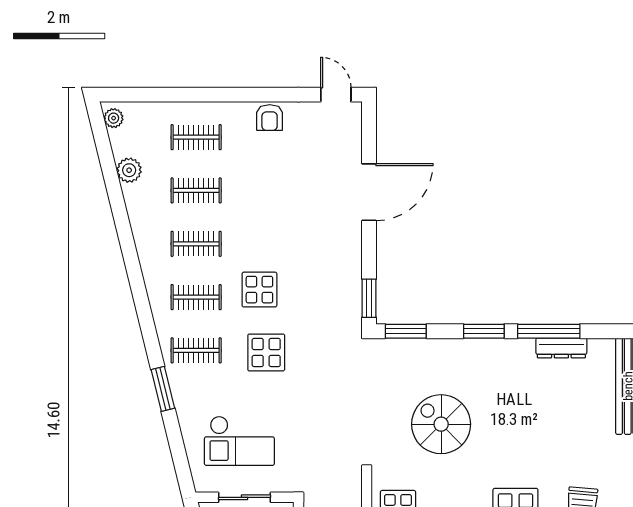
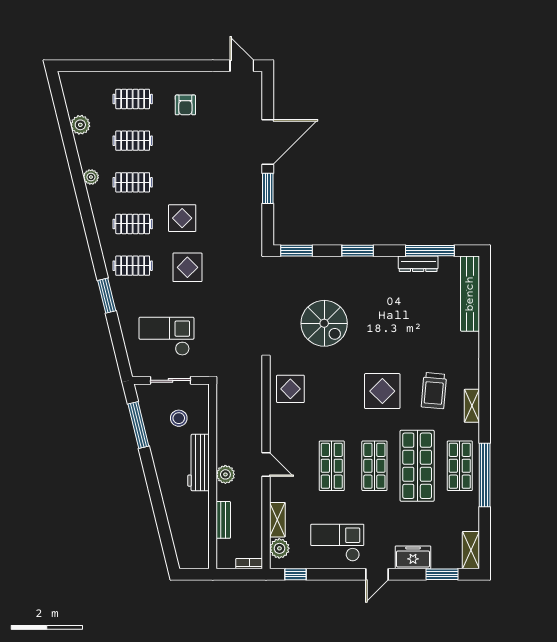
plant: (114, 118) -> (91, 177), moved
armchair: (270, 118) -> (185, 105), moved
window: (369, 298) -> (268, 188), moved
window: (549, 331) -> (430, 251), moved
spiral stairs: (441, 424) -> (324, 323), turned 180
checkout: (239, 441) -> (166, 336), turned 180

